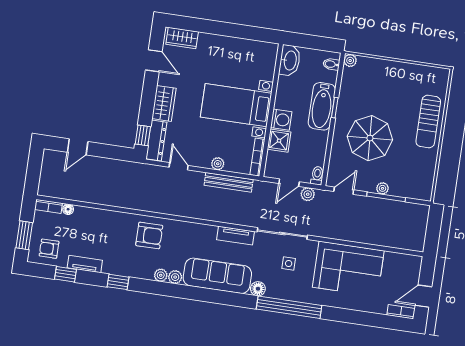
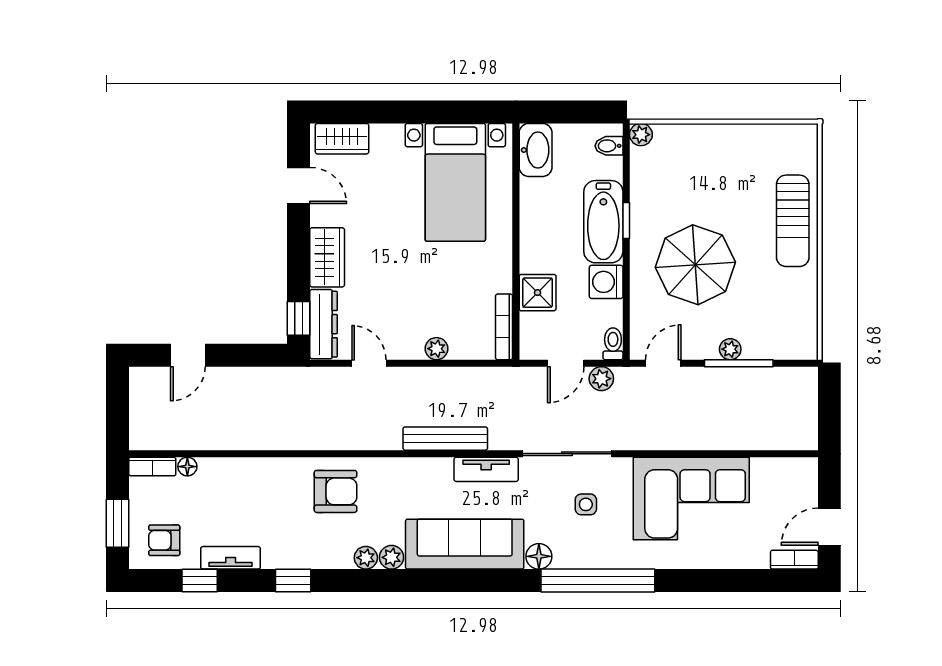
bed with nightstands: (236, 105) -> (455, 182), moved, turned -90
washing machine: (281, 120) -> (606, 282), moved, turned 180
bench: (229, 182) -> (445, 439), moved

